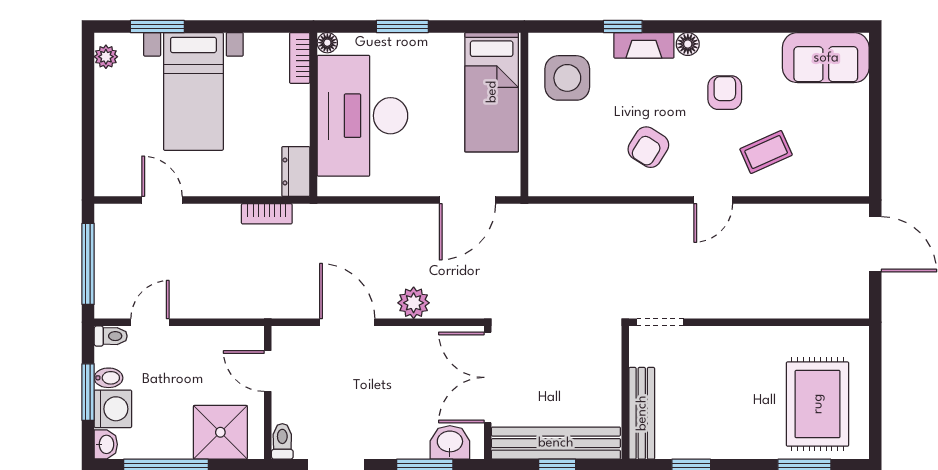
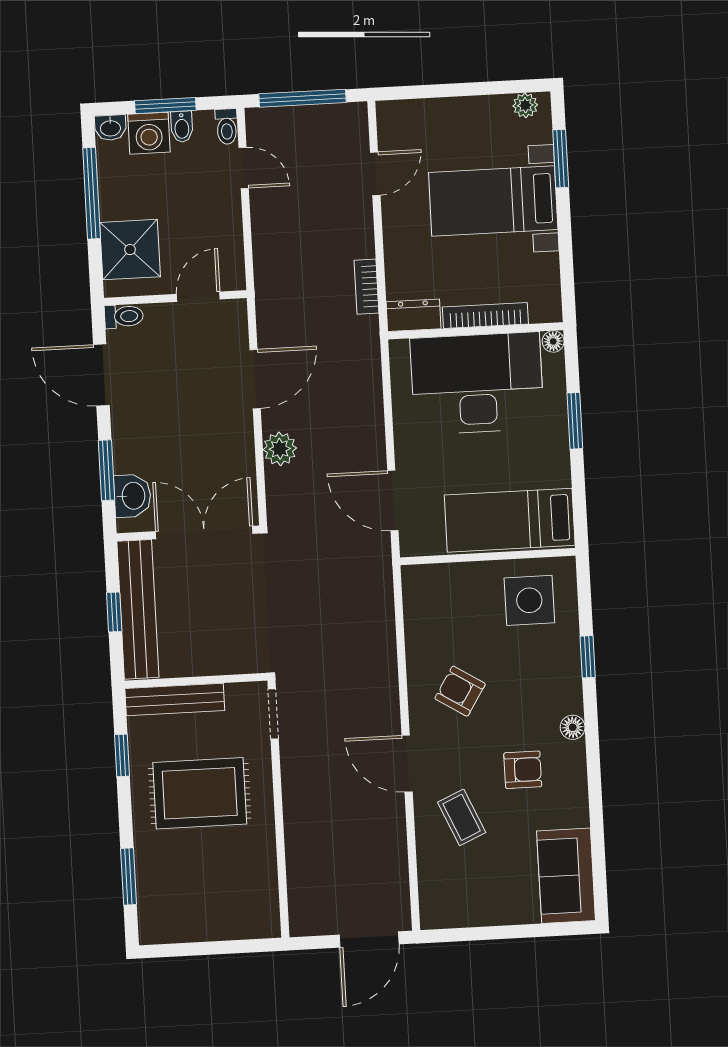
fireplace: (644, 45) -> (569, 680), removed
bookcase: (300, 58) -> (485, 316), moved, width x1.56
door: (713, 200) -> (407, 764), width x1.38
rug: (818, 404) -> (200, 793), moved

